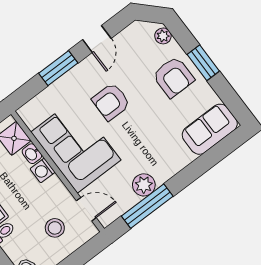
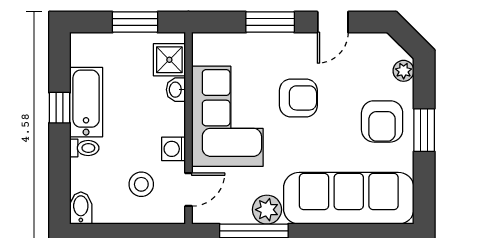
armchair: (111, 102) -> (298, 98), turned 180
sofa: (210, 129) -> (349, 198), width x1.85, depth x1.27
washing machine: (42, 171) -> (174, 149), moved
door: (86, 209) -> (188, 190), hinge flipped

